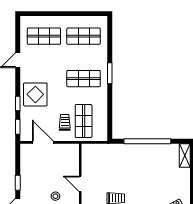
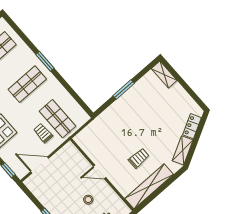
window: (147, 141) -> (124, 90), width x0.47

